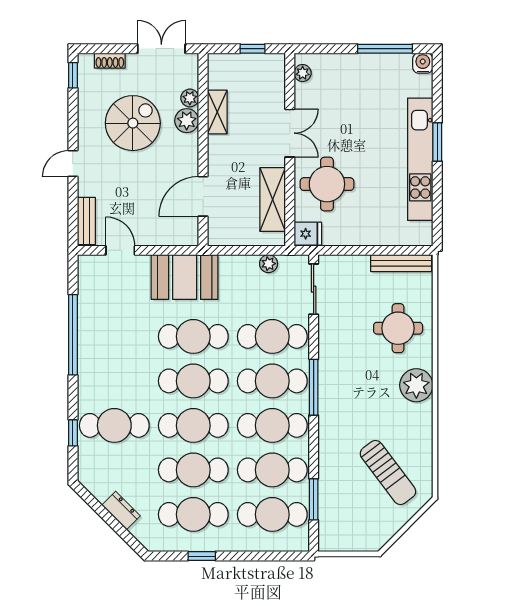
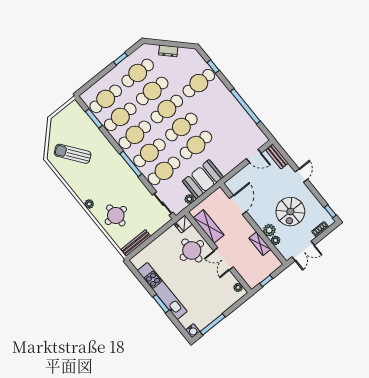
booth: (185, 277) -> (203, 179), moved
plant: (416, 385) -> (89, 204), width x0.53, depth x0.53

